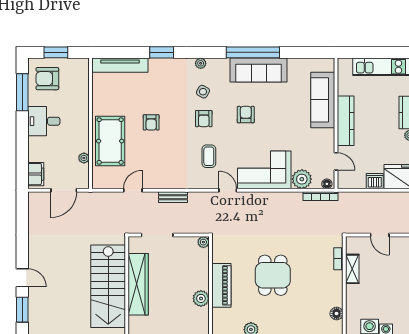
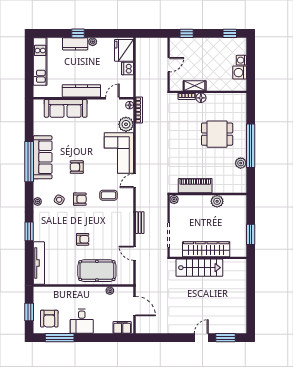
dining table: (273, 275) -> (217, 134), moved
piano: (221, 285) -> (195, 186), moved
stairs: (108, 286) -> (199, 268), width x0.73, depth x0.66
floor lamp: (337, 314) -> (201, 98), moved

